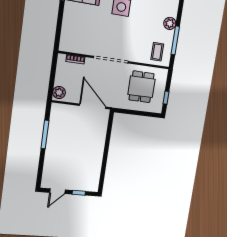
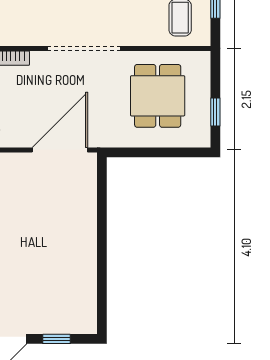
door: (93, 106) -> (60, 150), hinge flipped

